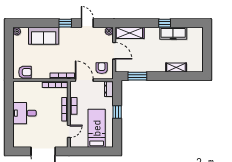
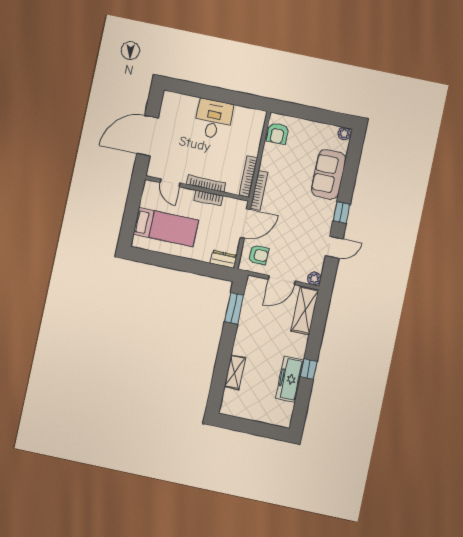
window: (117, 112) -> (185, 265), removed

